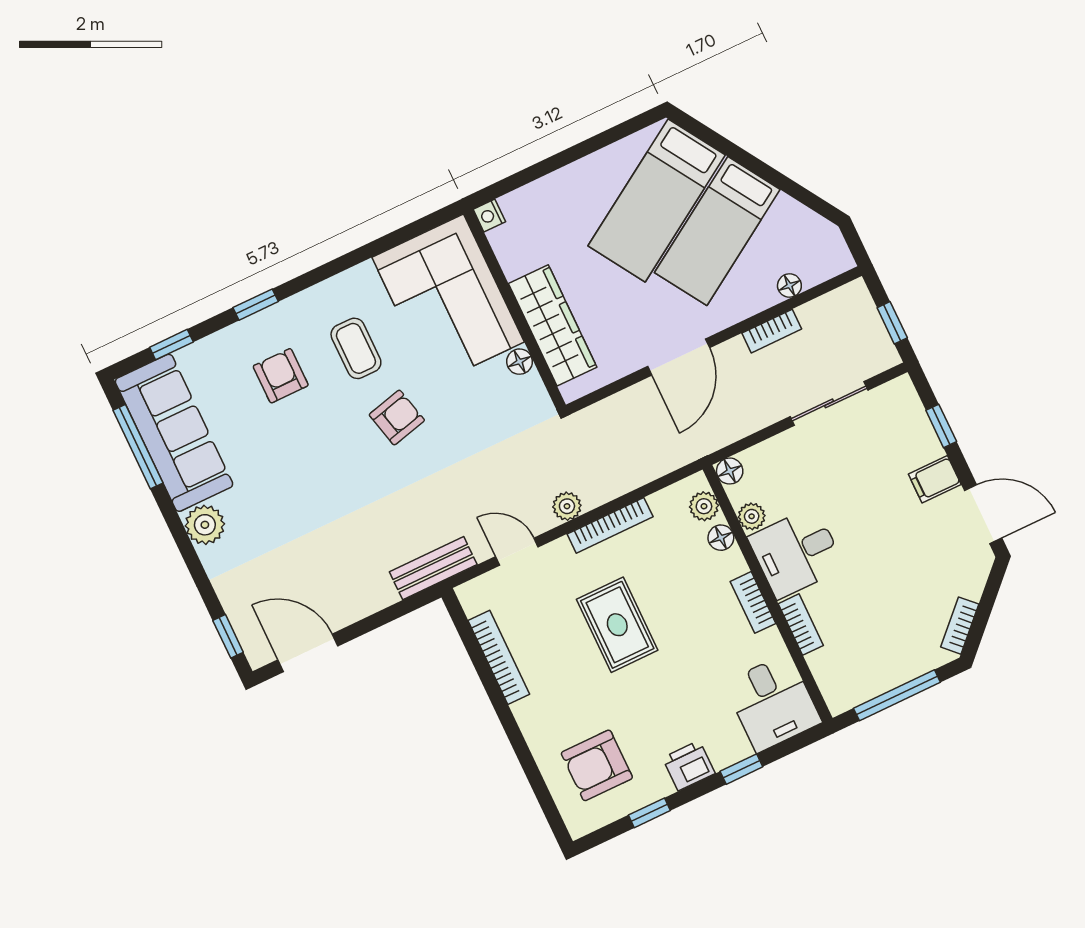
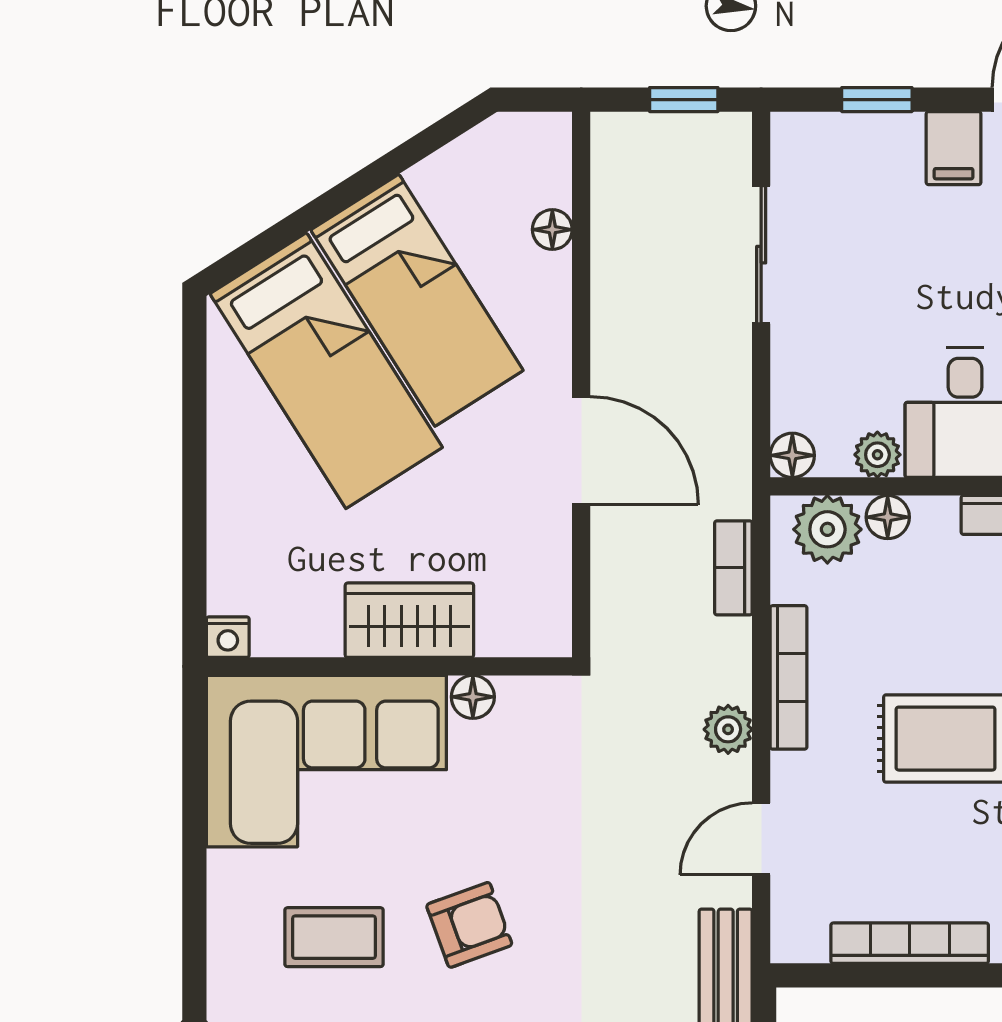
wardrobe: (553, 325) -> (409, 620), width x0.67
bookcase: (772, 331) -> (733, 568), moved, turned 180
armchair: (397, 418) -> (469, 925), turned 84
plant: (704, 506) -> (827, 529), width x1.38, depth x1.38

